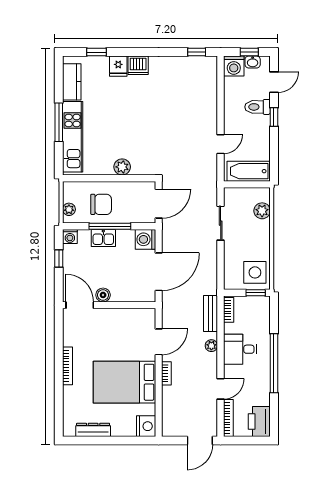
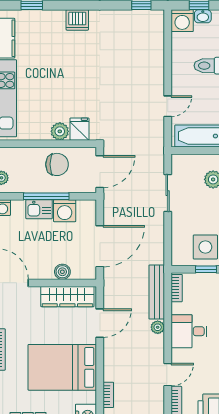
fridge: (118, 66) -> (79, 129), moved, turned 180
chair: (101, 204) -> (57, 164), moved
washing machine: (145, 239) -> (65, 211), moved, turned -90
boiler: (103, 295) -> (62, 272), moved
bench: (211, 313) -> (157, 292), width x1.36
wardrobe: (129, 318) -> (67, 297), added
bookcase: (166, 373) -> (108, 395), moved

